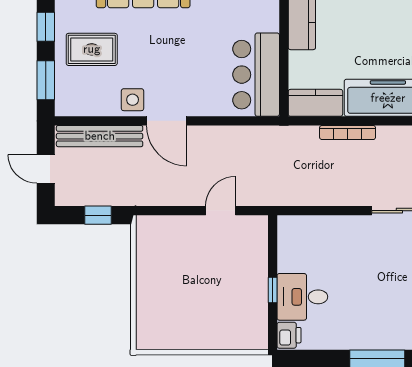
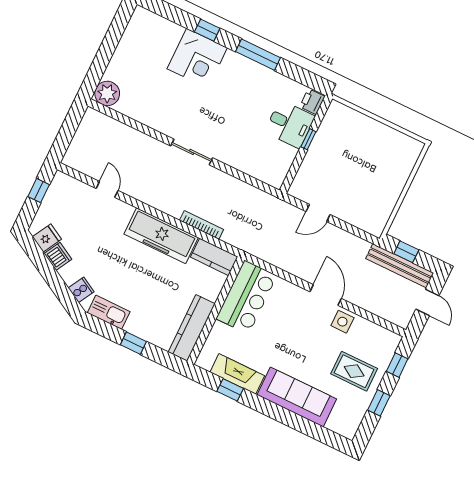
window: (46, 80) -> (397, 365), width x0.67
bench: (100, 136) -> (400, 266), moved

